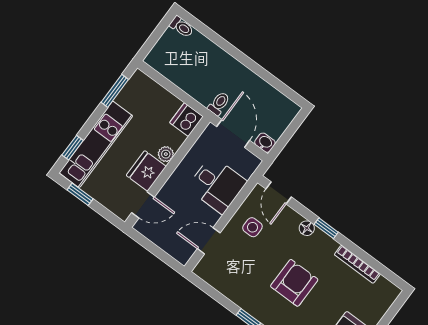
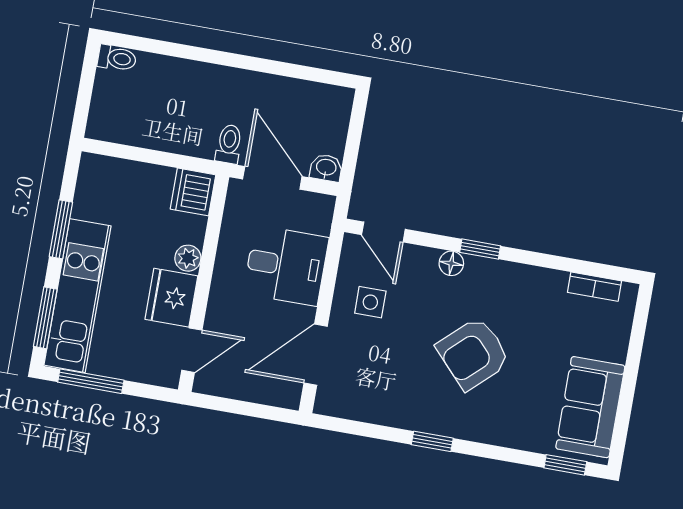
window: (115, 91) -> (61, 229), moved
window: (73, 148) -> (45, 318), width x1.50
window: (80, 194) -> (91, 381), width x1.50
door: (209, 241) -> (316, 355), width x1.38
bookcase: (357, 264) -> (595, 287), moved, width x0.64
armchair: (294, 283) -> (473, 354), turned -133

